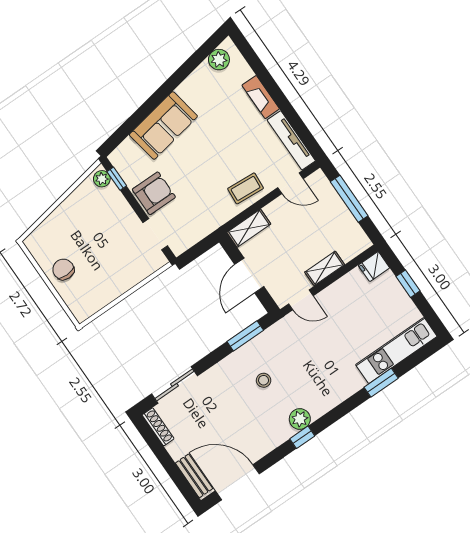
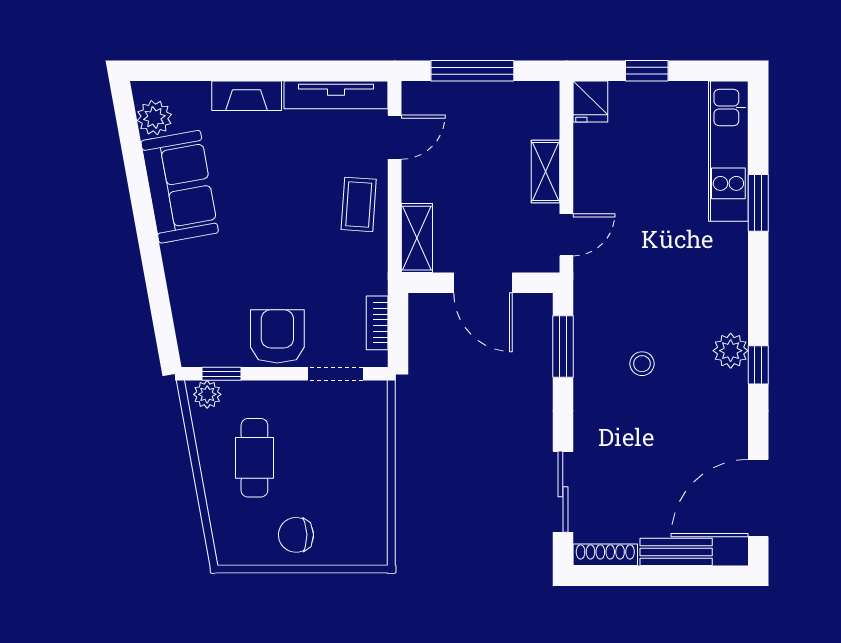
sofa: (163, 126) -> (180, 187), moved
cafe table: (87, 223) -> (254, 458), added
bookcase: (194, 237) -> (377, 323), added
bench: (194, 476) -> (676, 552), moved

